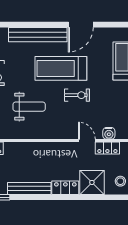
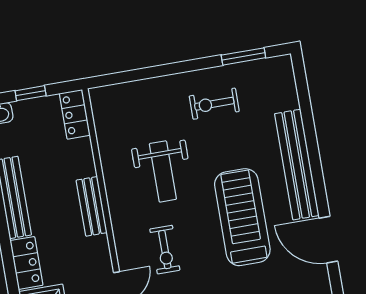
exercise bike: (77, 95) -> (165, 250), moved
bench: (41, 148) -> (92, 206), added

